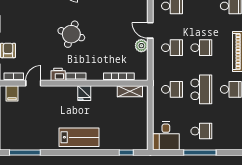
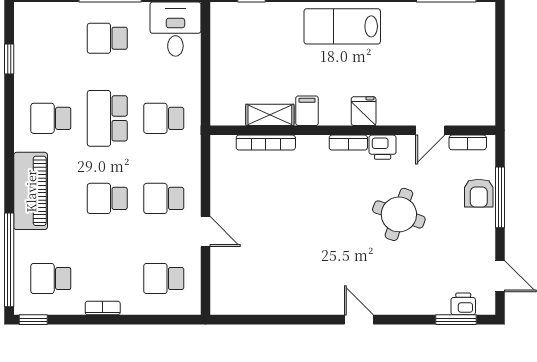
round table: (71, 34) -> (399, 214), moved
plant: (141, 46) -> (222, 202), removed
shelving: (130, 91) -> (270, 115), moved
filing cabinet: (12, 93) -> (307, 111), moved
fridge: (84, 93) -> (364, 111), moved

